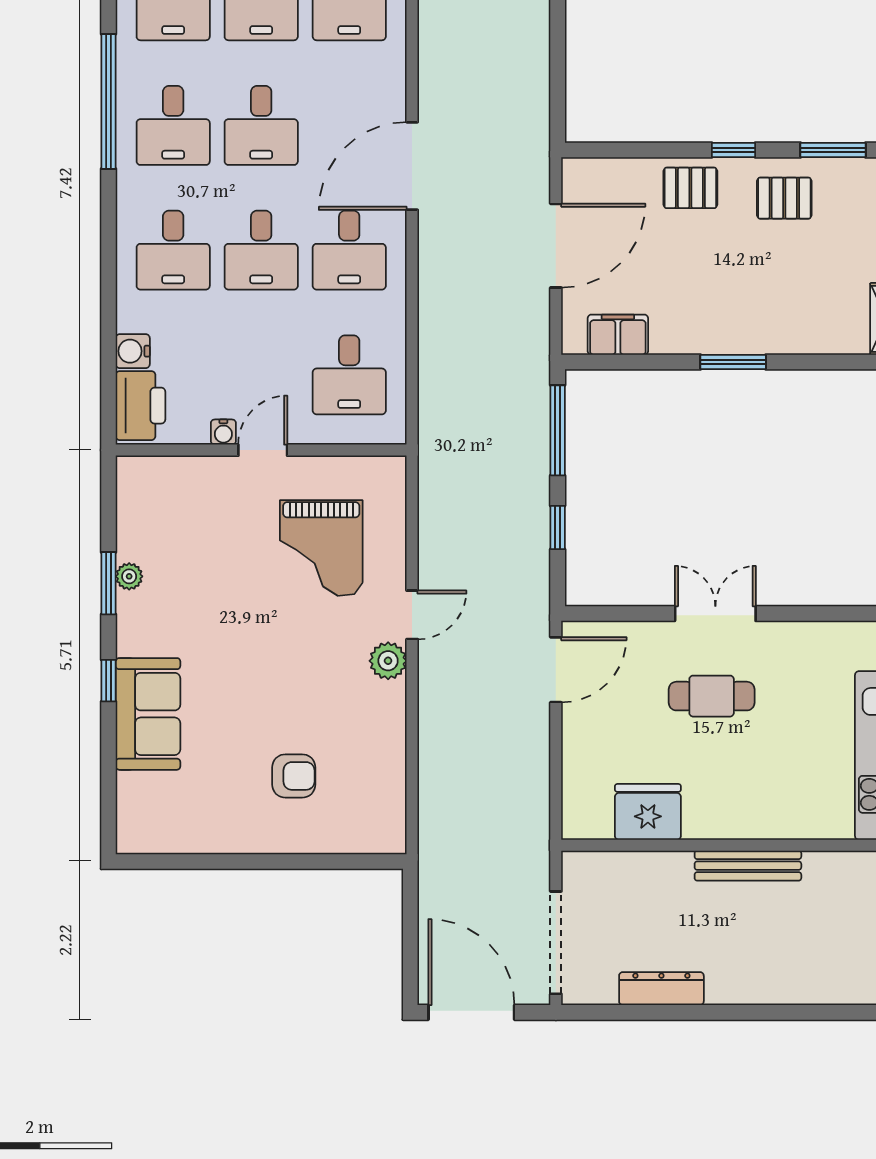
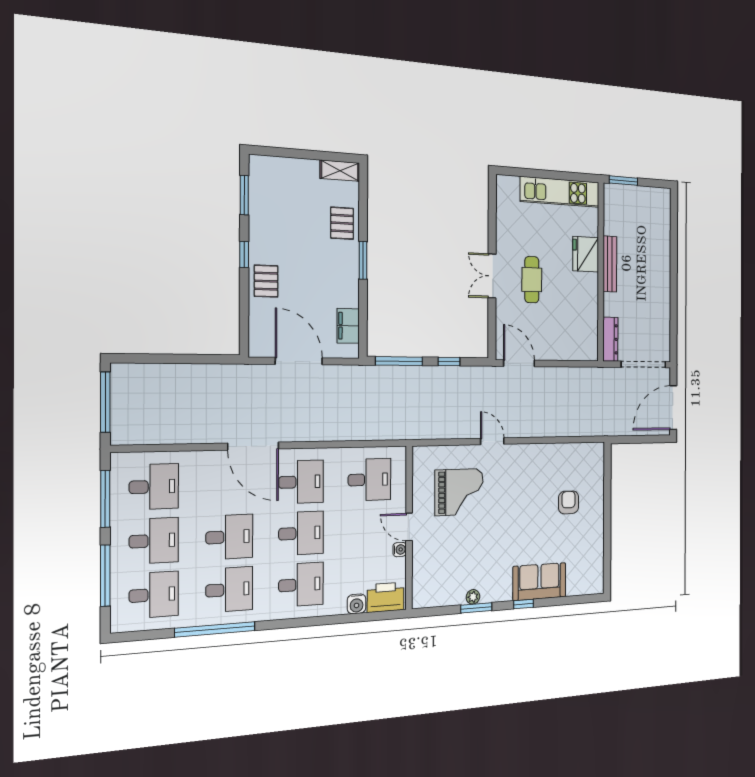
pallet: (784, 198) -> (342, 223), moved
plant: (388, 661) -> (514, 454), removed
fridge: (648, 812) -> (586, 254), moved
dresser: (661, 989) -> (610, 339), moved, turned 180

